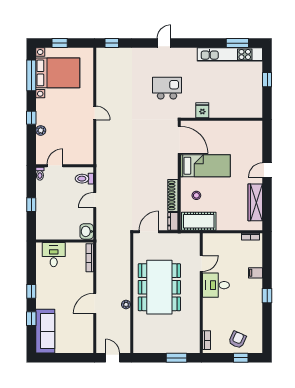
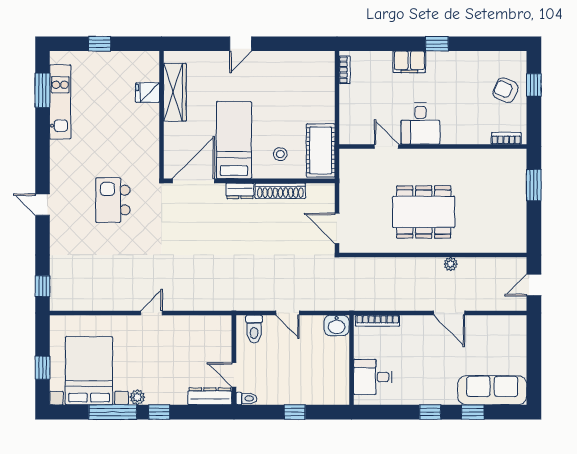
kitchen unit: (230, 54) -> (60, 102), width x0.73
window: (31, 75) -> (113, 412), moved
fridge: (202, 110) -> (148, 93), moved
plant: (41, 130) -> (137, 397), moved
dresser: (41, 150) -> (210, 396), added
door: (267, 170) -> (241, 44), hinge flipped
wardrobe: (255, 202) -> (175, 92), moved, turned -90
dresser: (173, 221) -> (240, 191), moved
filing cabinet: (256, 273) -> (409, 62), width x2.00
dining table: (159, 287) -> (424, 212), width x0.73, depth x0.80

